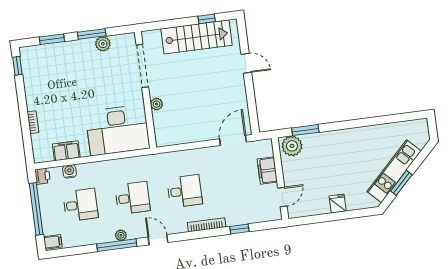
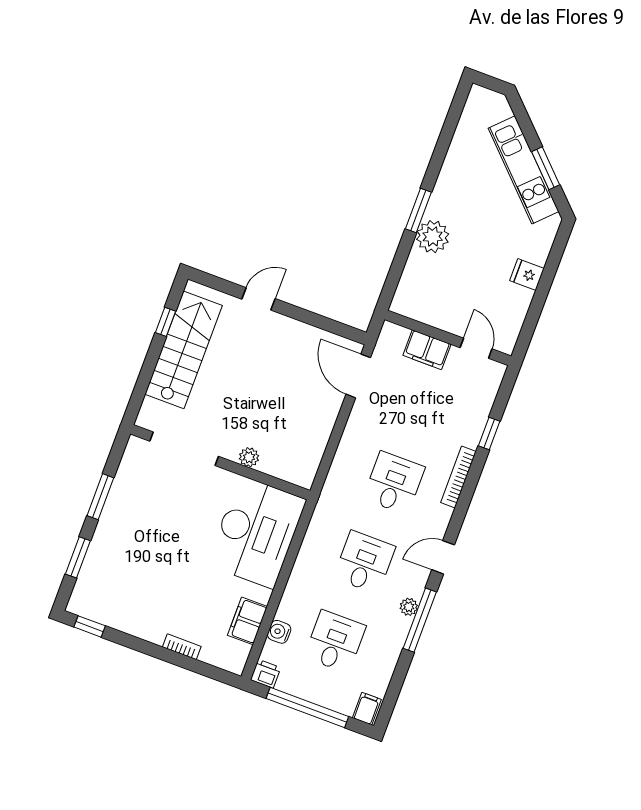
plant: (103, 44) -> (123, 488), removed
window: (305, 130) -> (418, 211), moved
plant: (292, 146) -> (433, 237), moved

